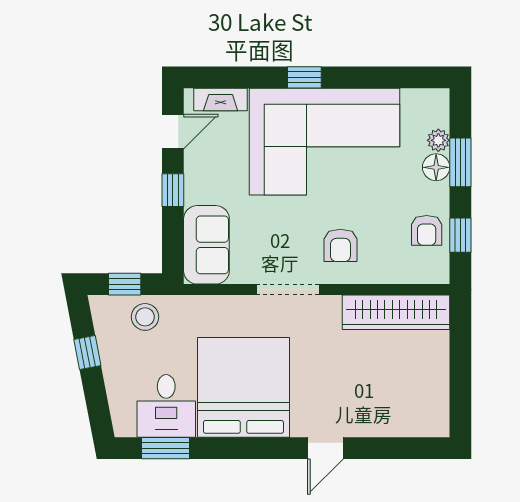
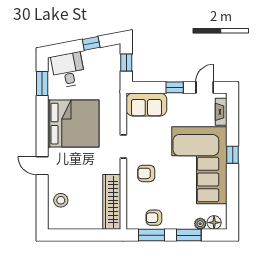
door: (173, 132) -> (205, 87), swing flipped
floor lamp: (436, 167) -> (214, 223), moved
window: (460, 235) -> (151, 235), width x1.50
doorway: (288, 290) -> (123, 146), width x0.73
stool: (145, 317) -> (61, 200), moved
desk: (166, 406) -> (68, 70), moved, turned 79

